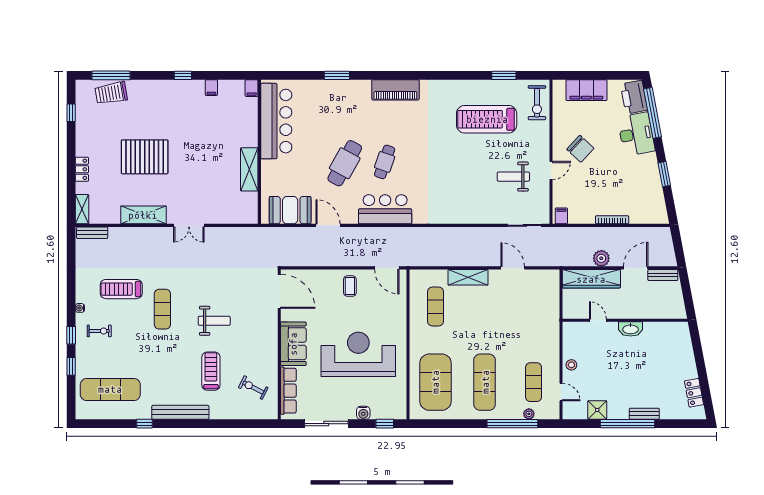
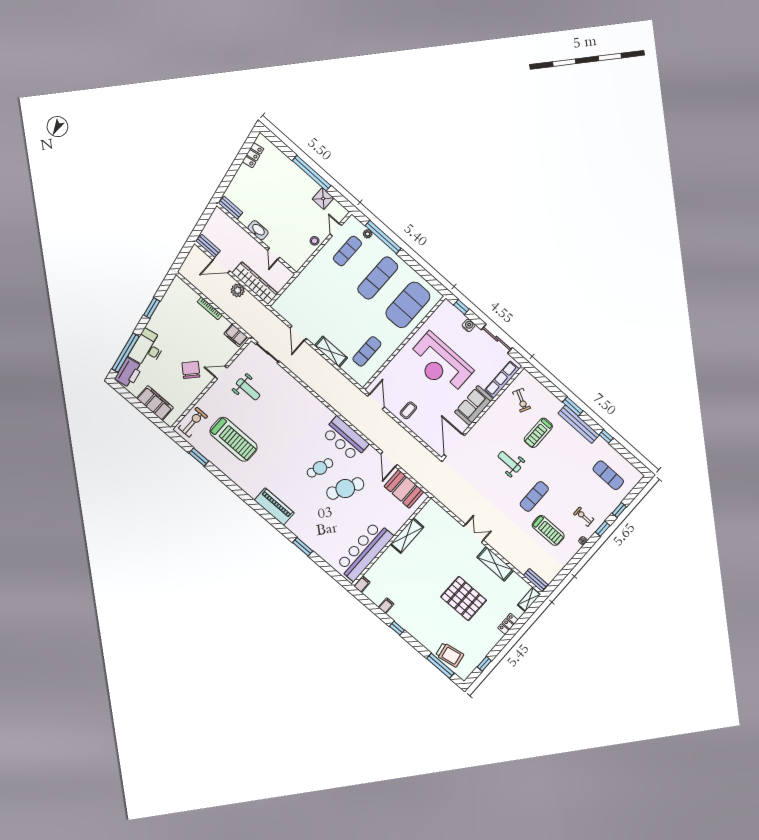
filing cabinet: (561, 216) -> (236, 335), width x2.00
exercise mat: (110, 389) -> (608, 475), width x0.73, depth x0.69
bench: (644, 414) -> (230, 208), moved
window: (200, 424) -> (573, 407), added

